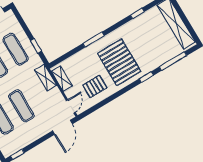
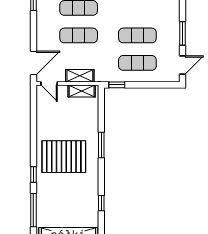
window: (36, 46) -> (117, 85), moved
shelving: (46, 78) -> (80, 76), moved
pallet: (95, 86) -> (55, 119), removed
door: (62, 127) -> (33, 63), swing flipped

